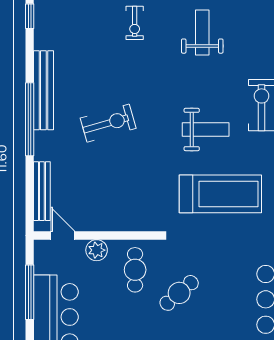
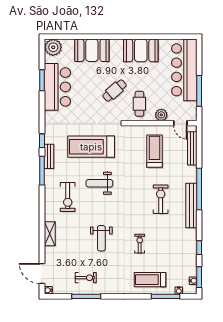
exercise bike: (108, 123) -> (161, 199), moved, turned 106
treadmill: (108, 186) -> (155, 151), added

